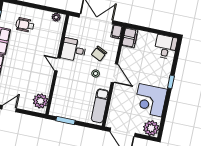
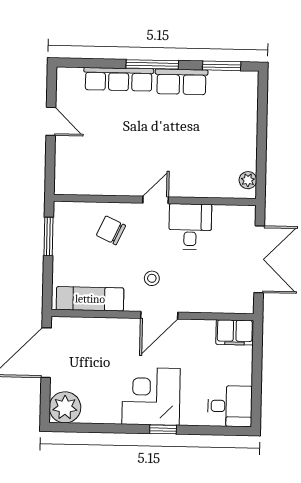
wheelchair: (25, 25) -> (221, 122), removed
filing cabinet: (117, 32) -> (241, 304), removed
chair: (99, 54) -> (111, 230), moved
corner desk: (150, 100) -> (151, 396), moved
plant: (40, 101) -> (78, 180), removed

